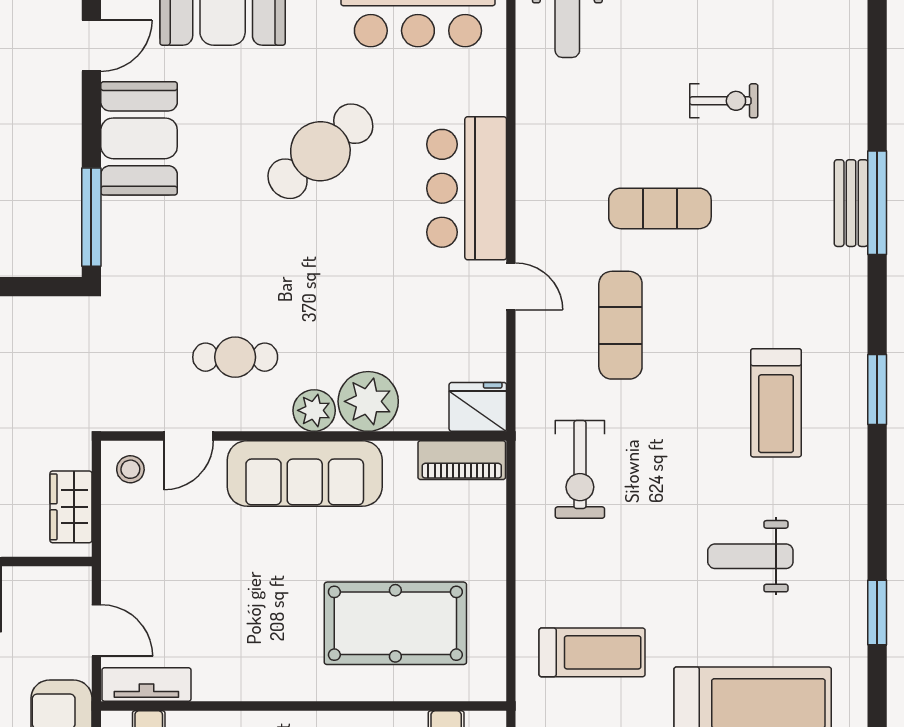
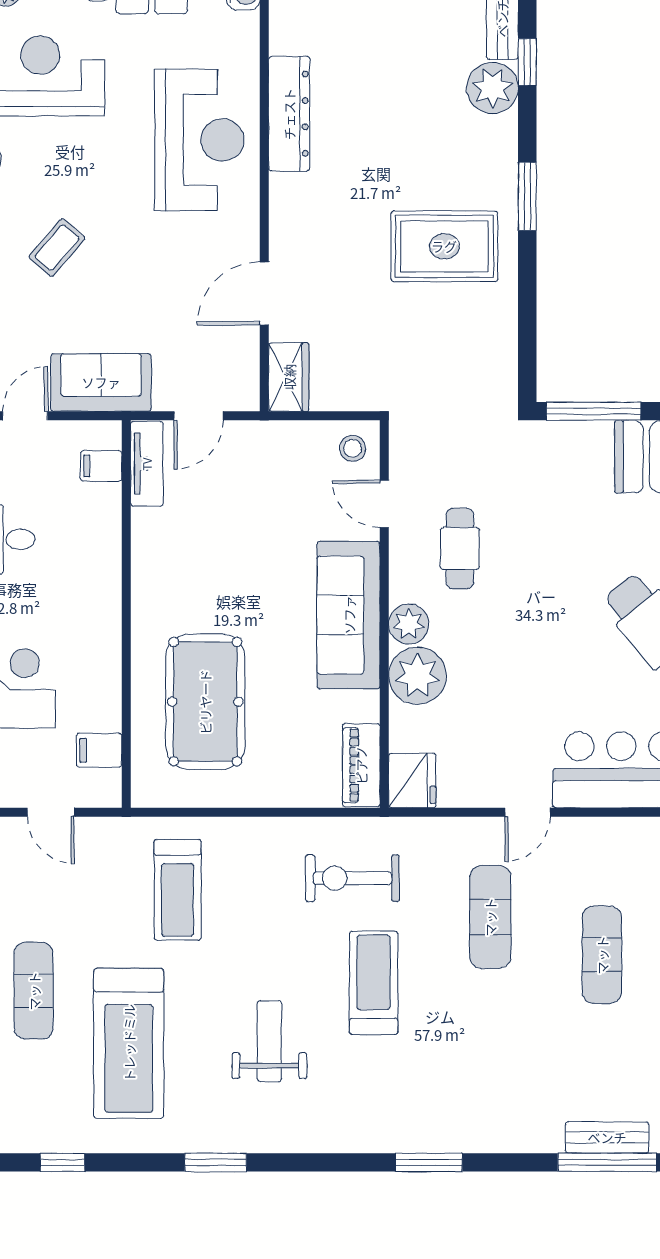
exercise mat: (620, 325) -> (490, 917), turned 90
treadmill: (776, 403) -> (374, 983), moved, turned 90
wardrobe: (71, 507) -> (289, 377), moved, turned 90

